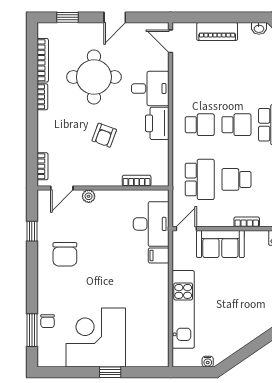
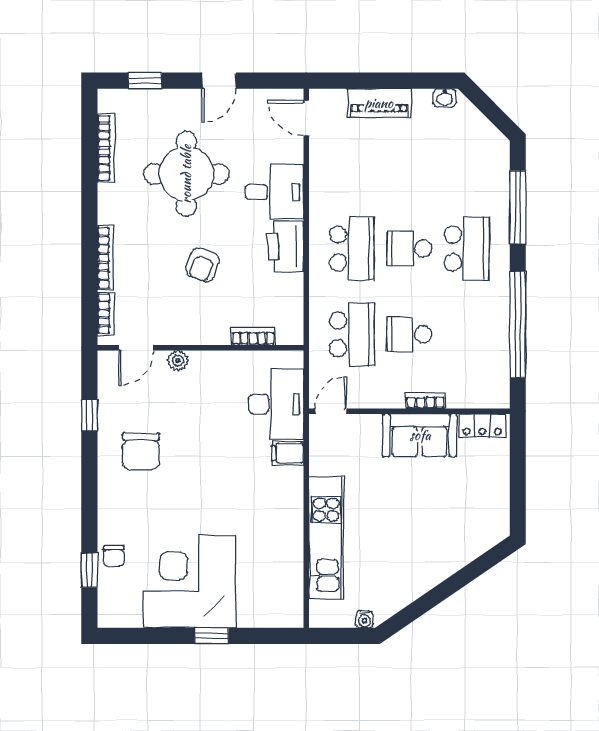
bookcase: (42, 97) -> (106, 258), moved, width x1.56
school desk: (200, 125) -> (352, 249), width x1.85
school desk: (236, 125) -> (409, 249), turned 180
sofa: (220, 244) -> (420, 435), moved
window: (32, 330) -> (89, 570), width x0.67

